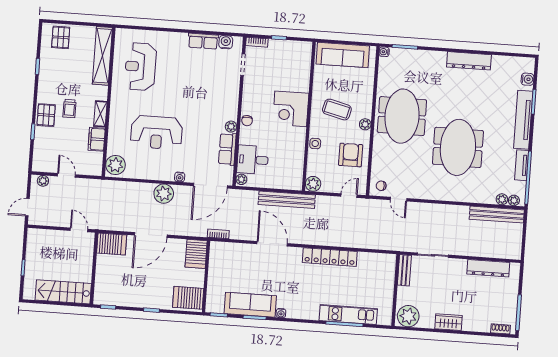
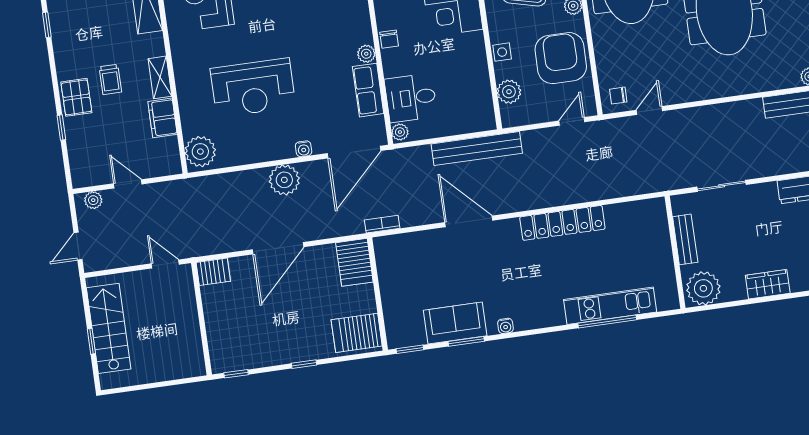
armchair: (351, 155) -> (561, 58), width x1.36, depth x1.36
plant: (313, 184) -> (509, 92), moved
door: (398, 199) -> (649, 111), swing flipped
server rack: (112, 244) -> (213, 272), width x0.73, depth x0.70
bench: (404, 270) -> (685, 239), moved
stairs: (63, 292) -> (109, 328), moved, turned 90
sofa: (250, 305) -> (455, 323), width x0.73

